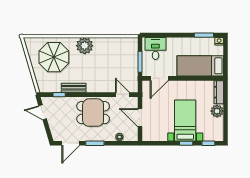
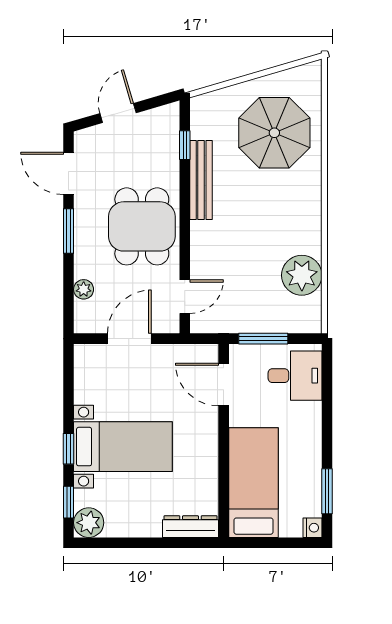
plant: (85, 46) -> (302, 275), moved
bench: (74, 88) -> (201, 180), width x1.36
plant: (217, 111) -> (89, 523), moved
door: (43, 112) -> (118, 113), moved

